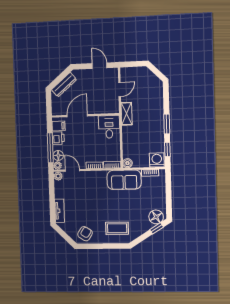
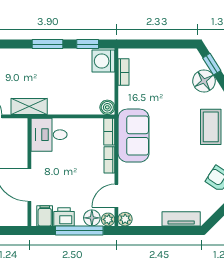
sofa: (124, 180) -> (134, 136), moved
floor lamp: (156, 217) -> (204, 81), moved

